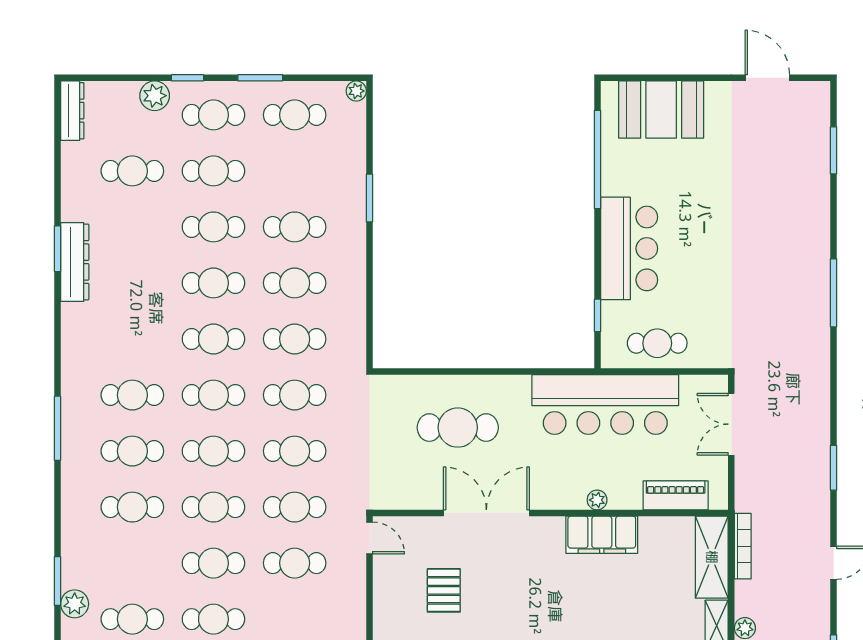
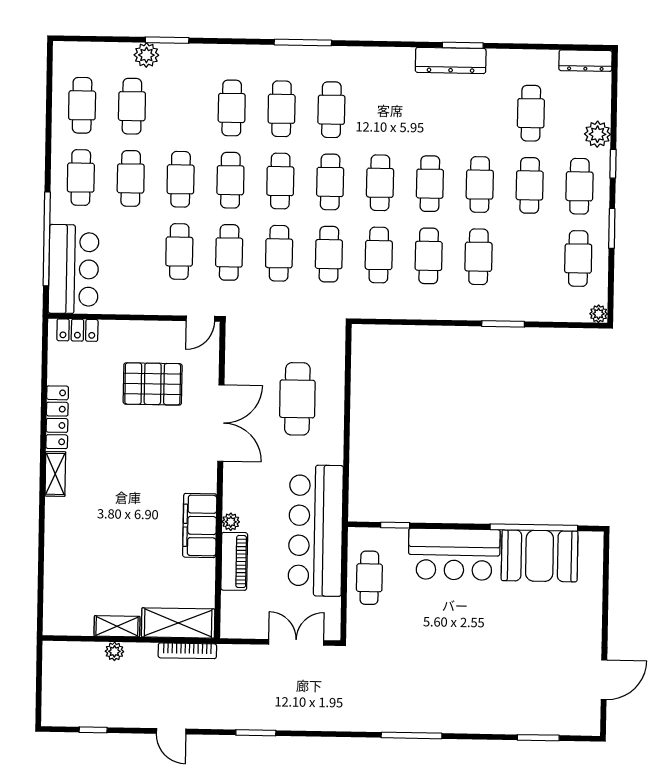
booth: (661, 109) -> (540, 556), moved, turned 90
piano: (676, 495) -> (234, 561), moved
pallet: (444, 590) -> (153, 384), width x1.50, depth x1.42

